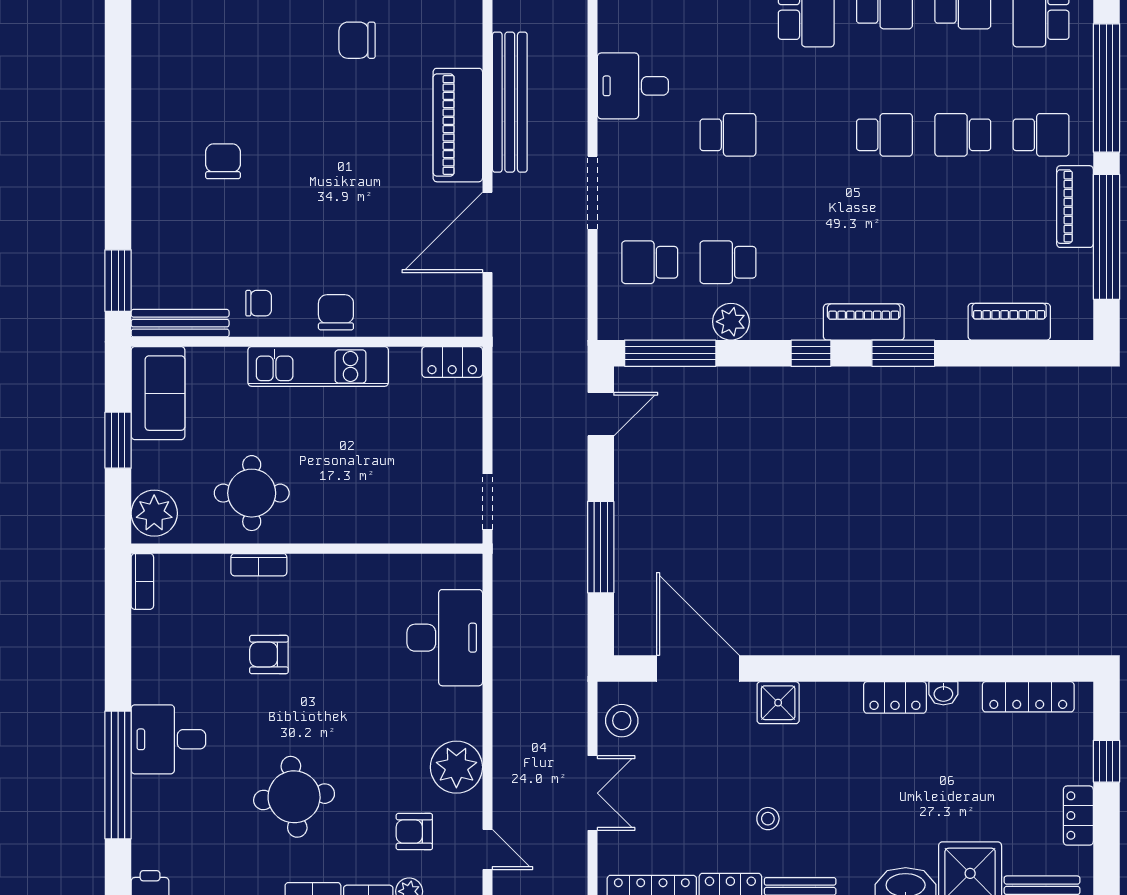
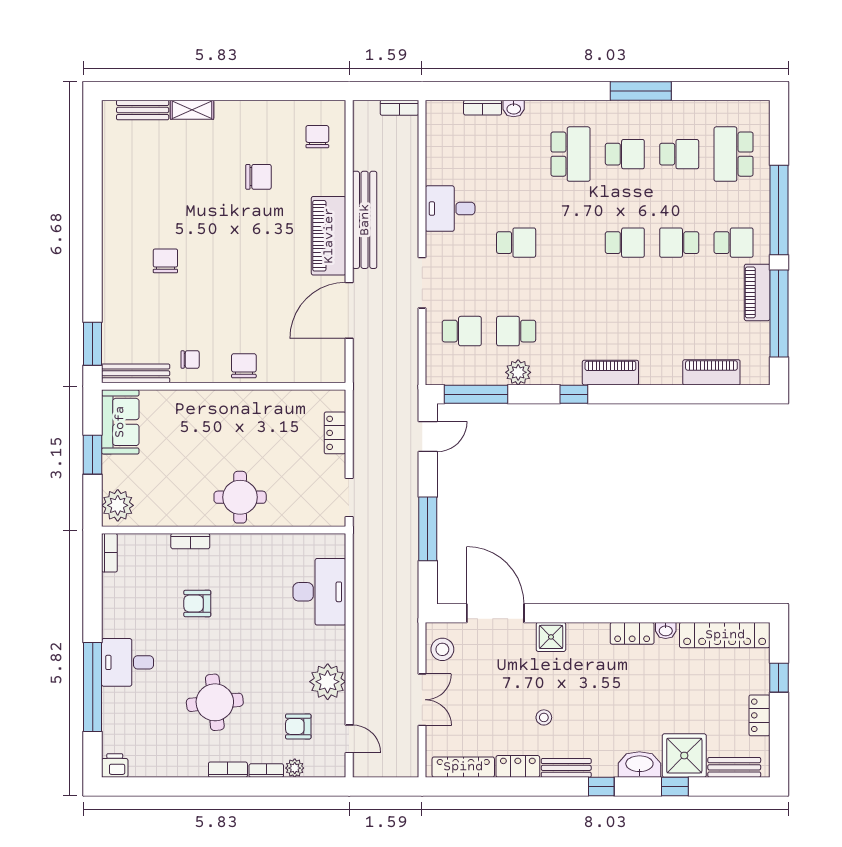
chair: (357, 40) -> (259, 177), turned 180
school desk: (650, 262) -> (462, 331), turned 180
window: (903, 353) -> (638, 394), removed
locker: (452, 362) -> (335, 433), moved, turned 90
kitchen unit: (318, 366) -> (232, 403), removed
round table: (252, 493) -> (240, 497), moved
locker: (1028, 697) -> (725, 635), width x1.41, depth x1.21

